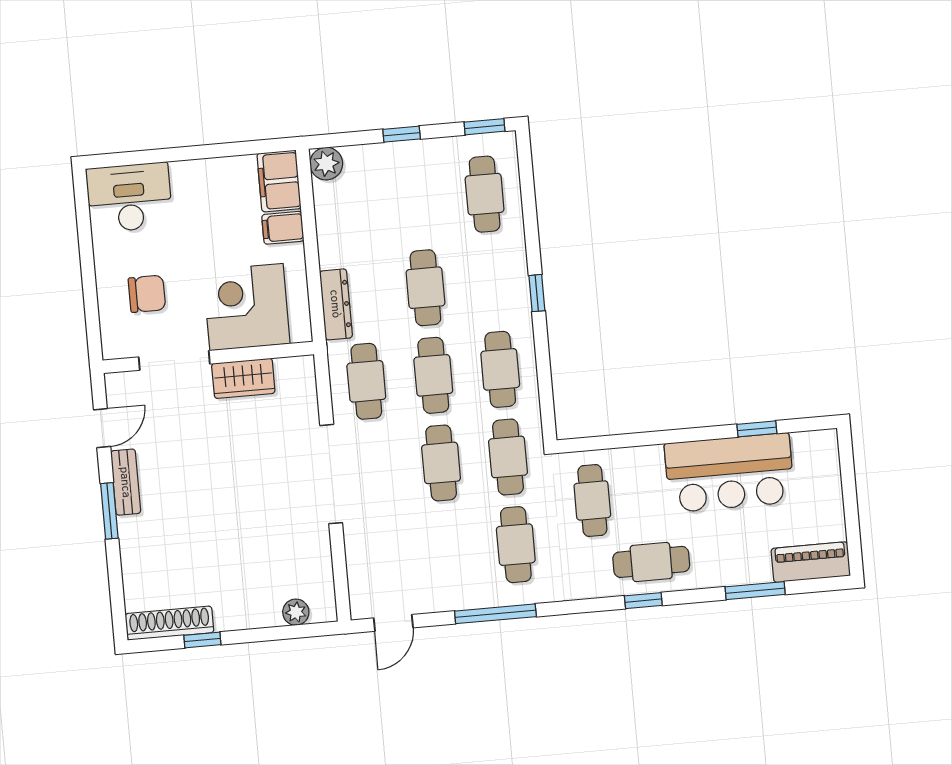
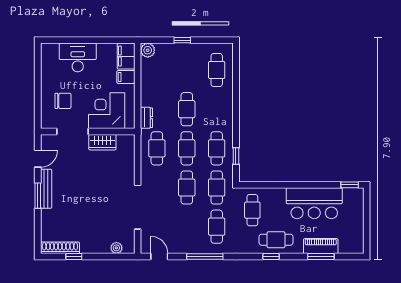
window: (484, 127) -> (219, 40), removed
desk: (129, 197) -> (78, 57), moved
window: (537, 293) -> (236, 156), moved
dresser: (336, 304) -> (146, 118), width x0.70
window: (757, 429) -> (350, 185), moved
doorway: (331, 474) -> (138, 207), moved
bench: (126, 482) -> (46, 189), width x1.36
piano: (811, 562) -> (321, 246), moved
door: (393, 623) -> (159, 257), swing flipped

